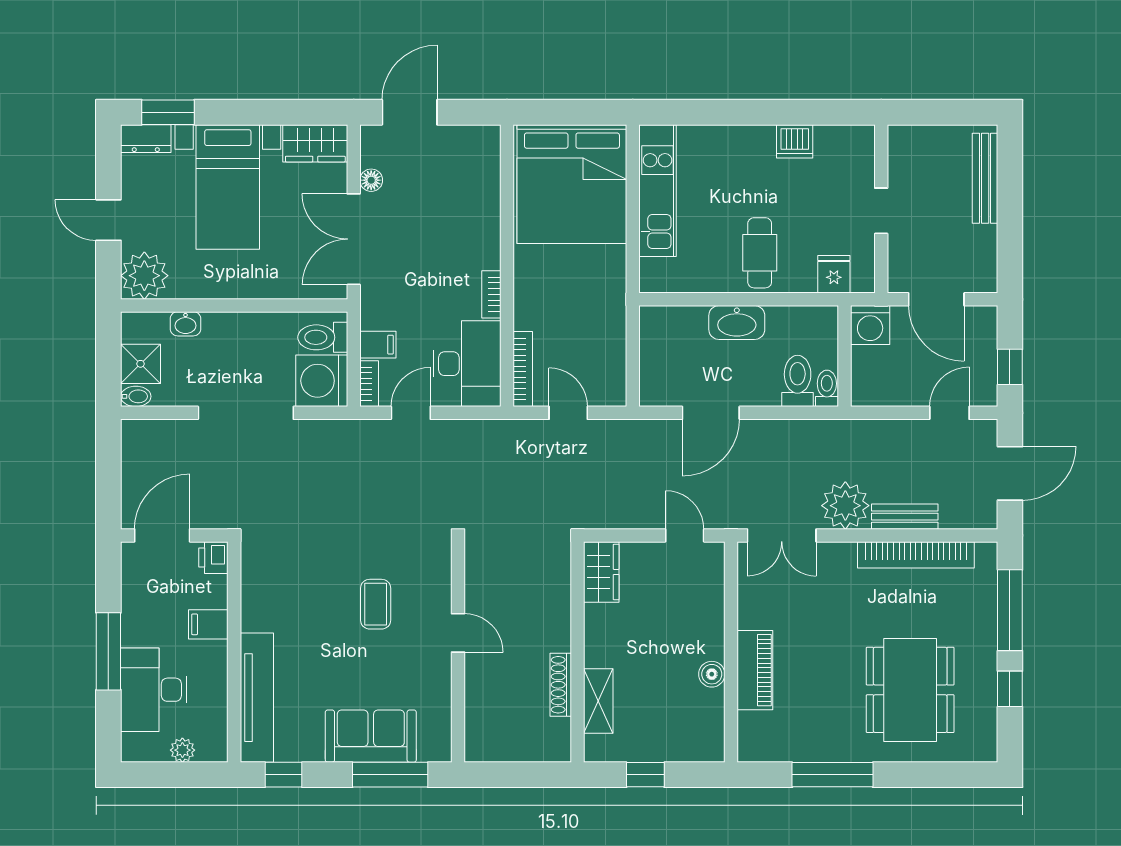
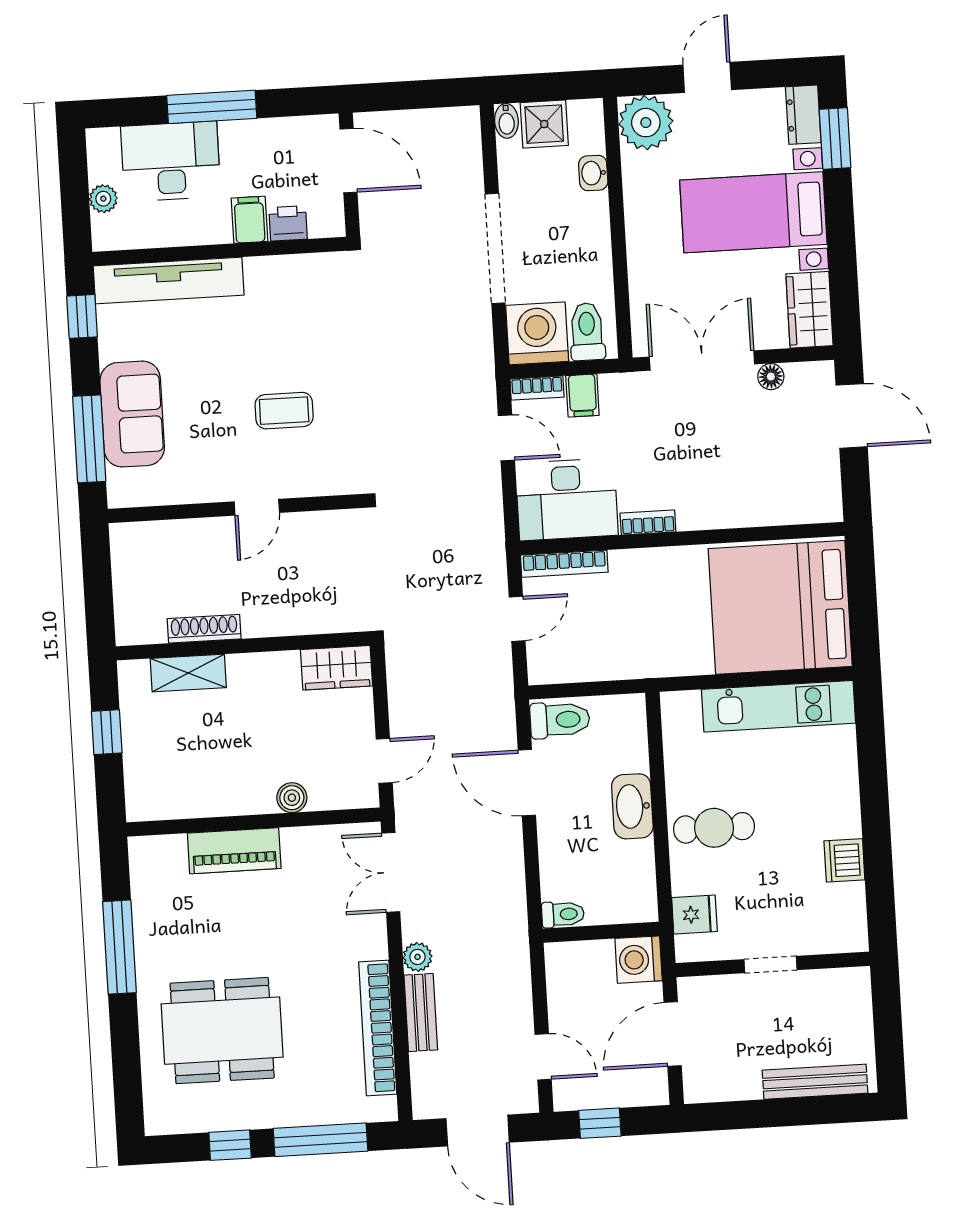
toilet: (798, 381) -> (560, 720), moved
plant: (845, 506) -> (418, 957), width x0.53, depth x0.53
printer: (213, 558) -> (288, 223), moved
boiler: (712, 674) -> (292, 798), moved

